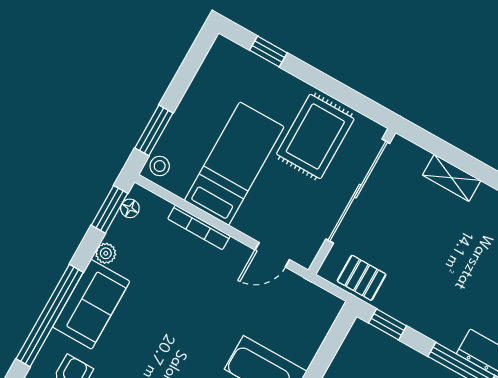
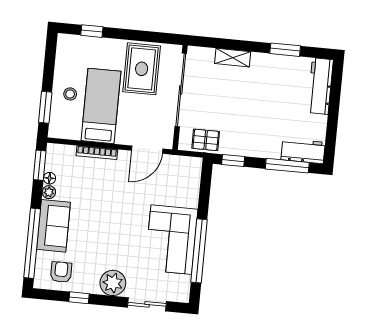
stool: (160, 166) -> (70, 94), moved
floor lamp: (130, 208) -> (50, 178), moved
door: (272, 255) -> (147, 150), width x1.38

